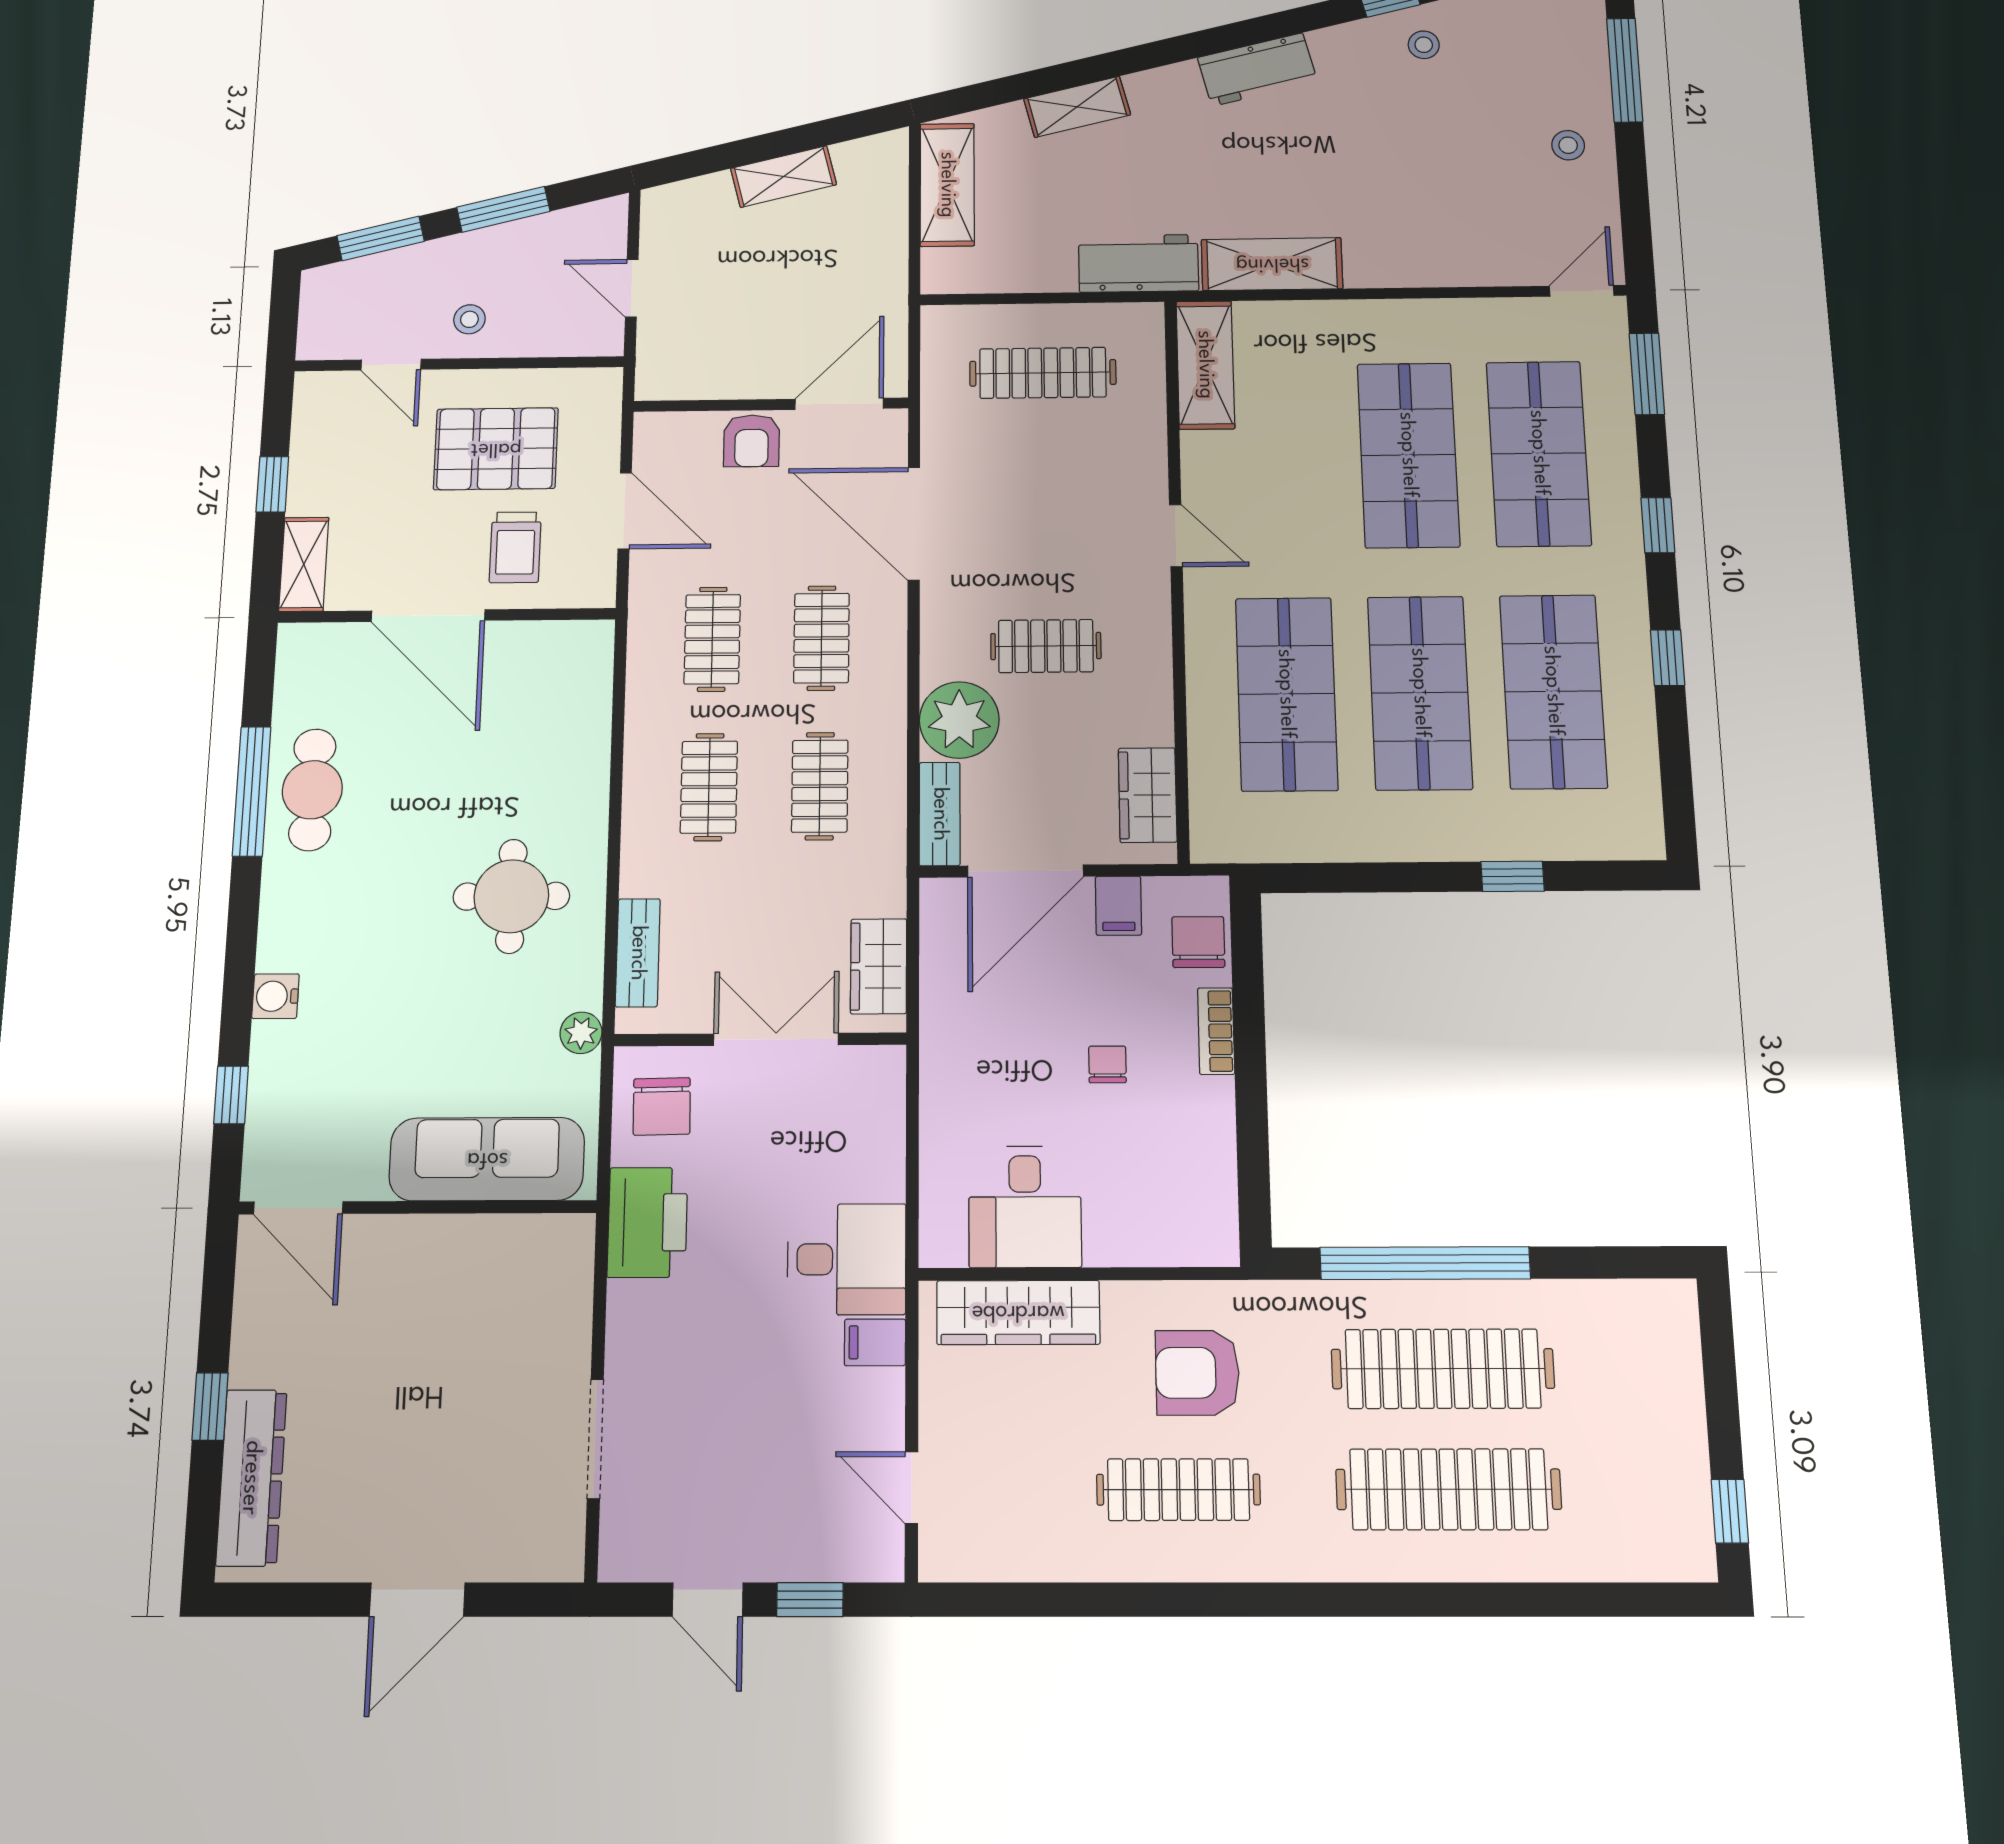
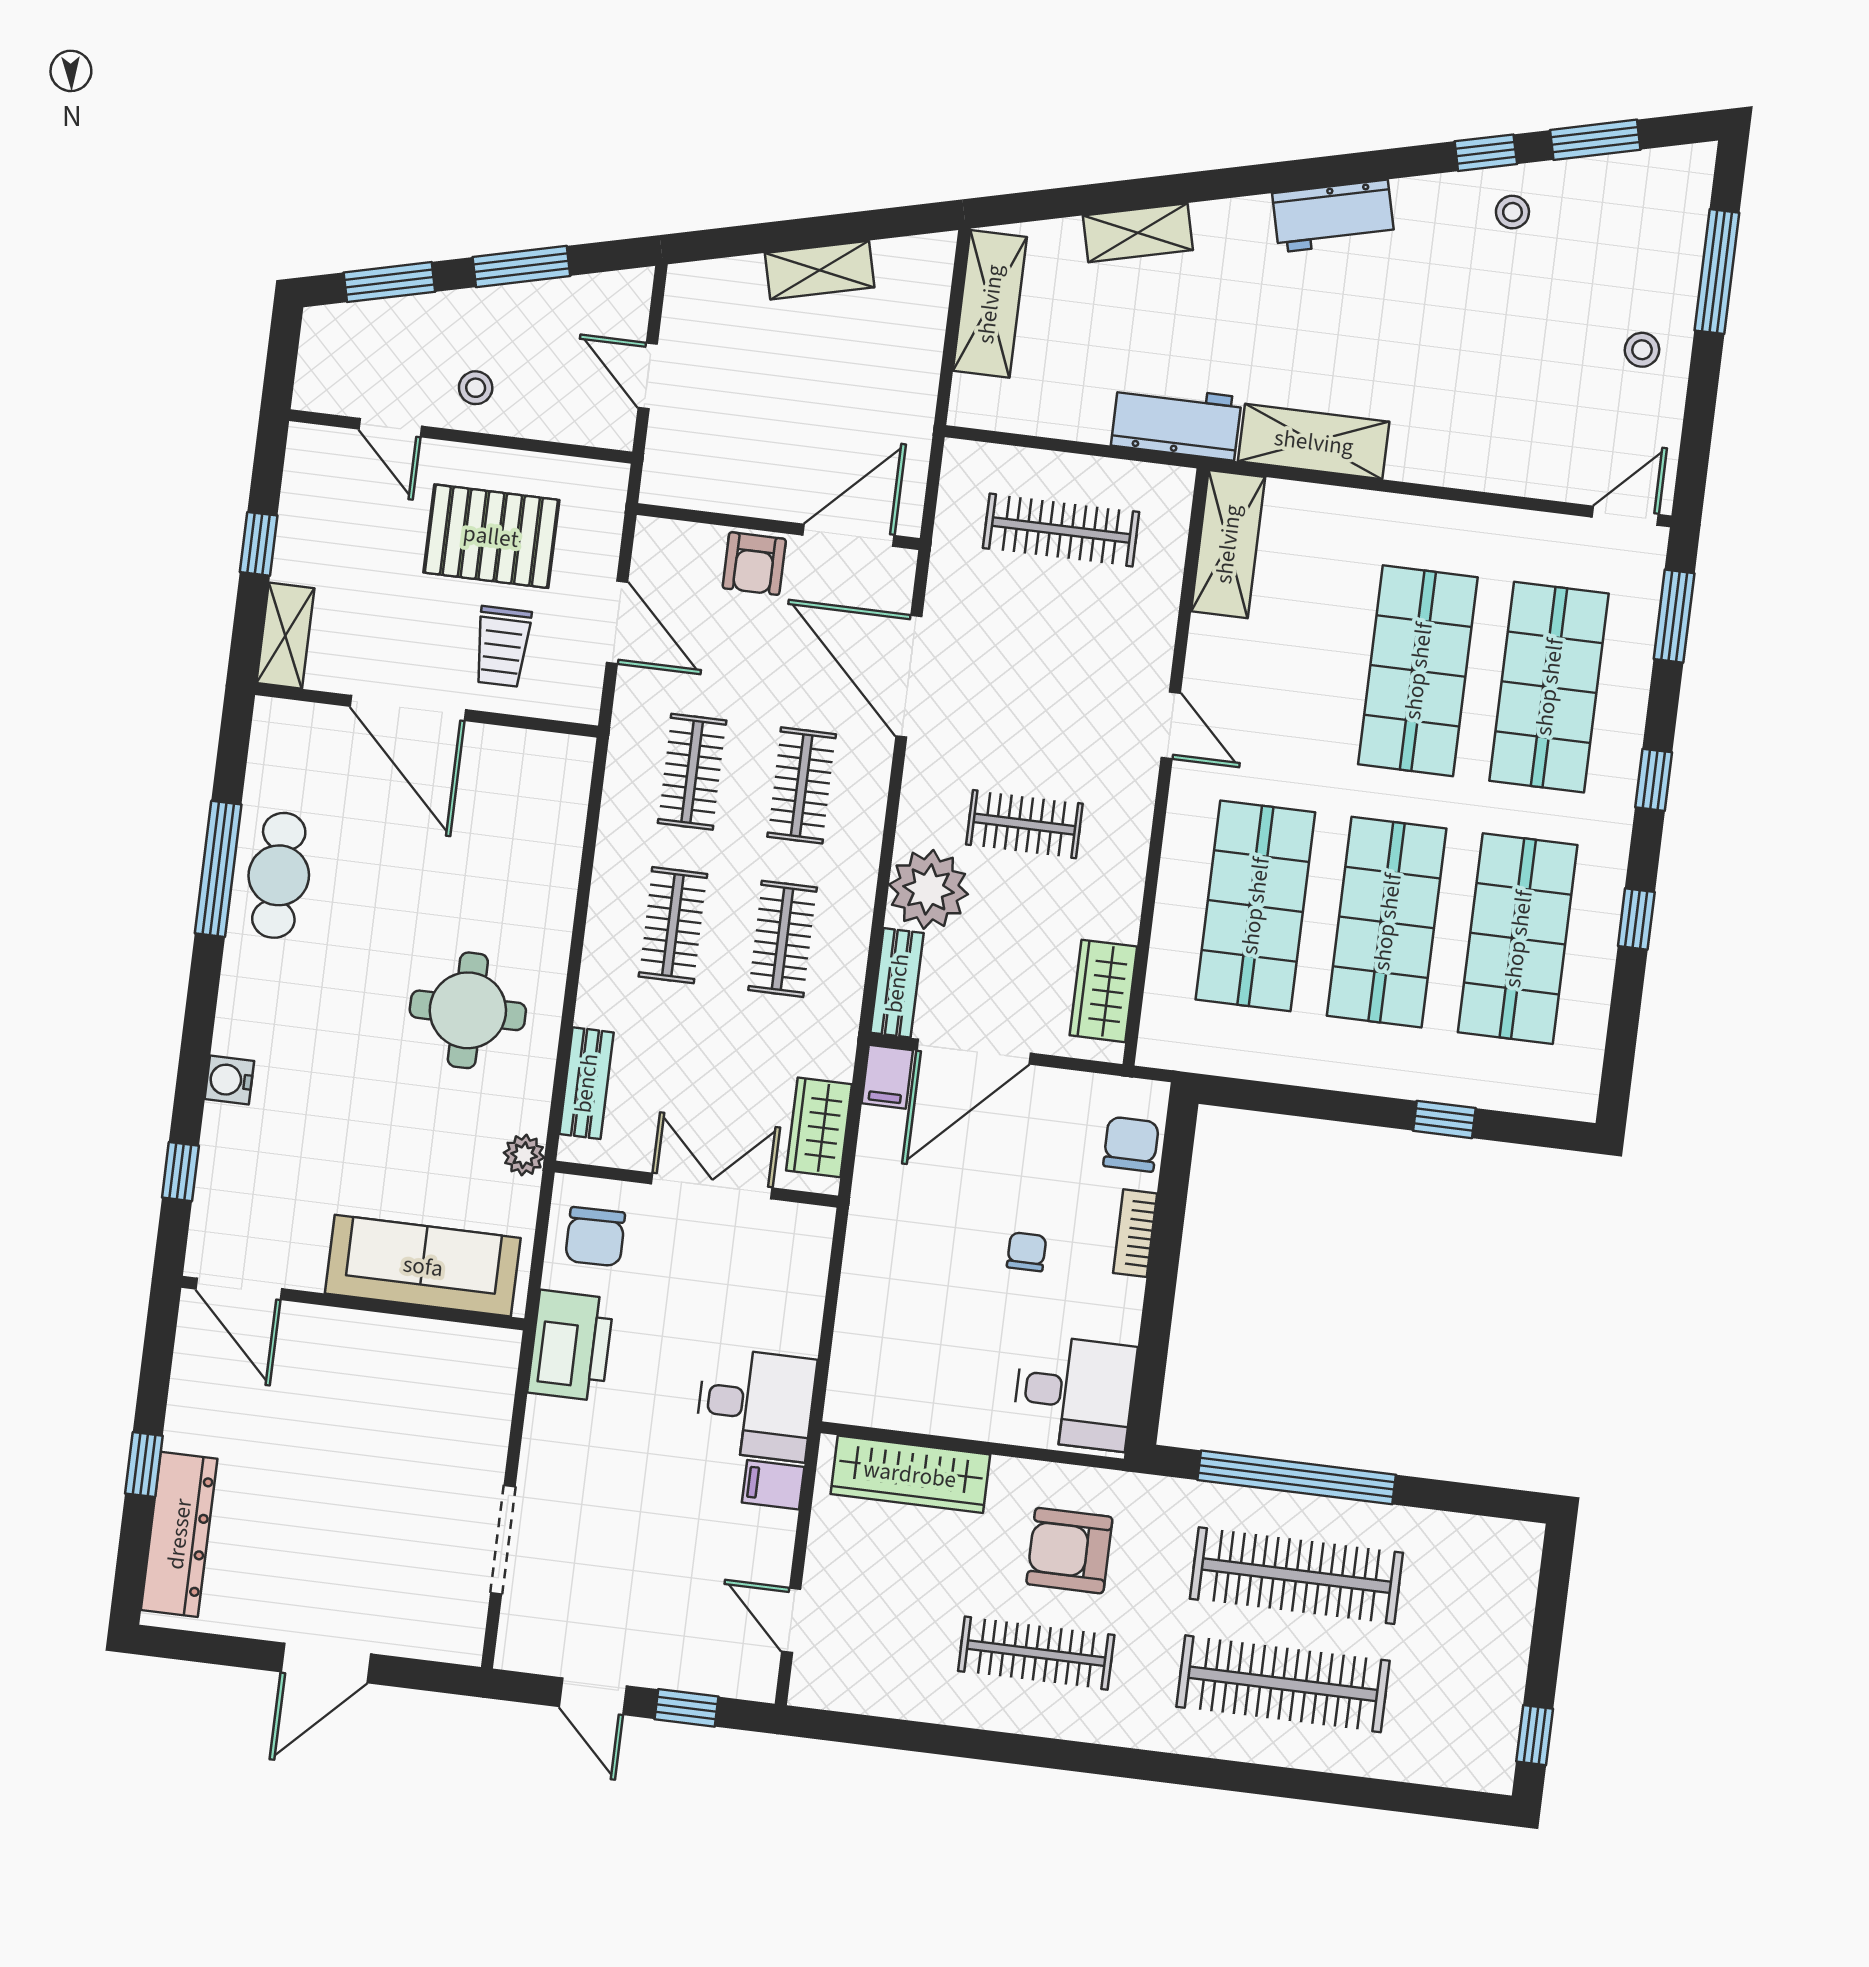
filing cabinet: (1118, 906) -> (887, 1077), moved
desk: (1025, 1207) -> (1074, 1393), moved, turned -90

